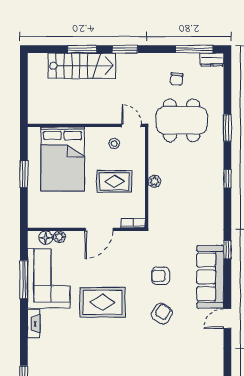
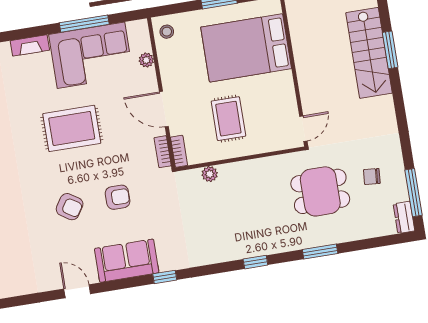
window: (125, 49) -> (399, 104), removed
dining table: (182, 120) -> (320, 191), width x0.73
stool: (114, 143) -> (167, 32), moved
plant: (154, 181) -> (210, 174), moved
bookcase: (131, 236) -> (163, 152), added
floor lamp: (46, 238) -> (142, 43), removed
armchair: (161, 276) -> (118, 197), turned 90
sofa: (210, 277) -> (127, 261), width x0.73
rug: (102, 302) -> (72, 128), turned 90

